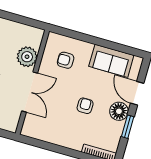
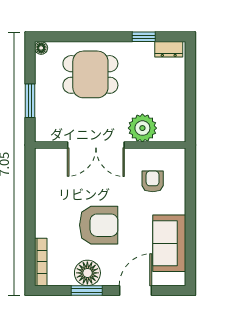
armchair: (85, 106) -> (99, 225), width x1.88, depth x1.88
floor lamp: (119, 111) -> (87, 273), moved

